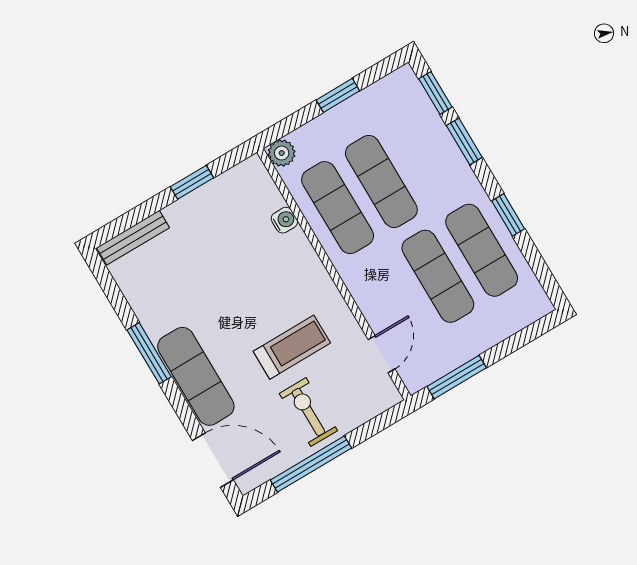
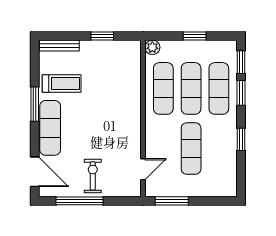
water cooler: (284, 220) -> (135, 80), removed
exercise mat: (482, 250) -> (219, 88), moved
treadmill: (292, 347) -> (62, 83), moved

